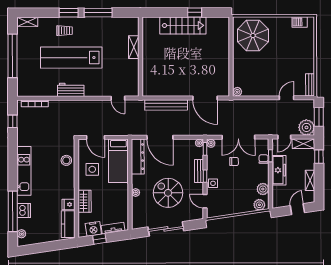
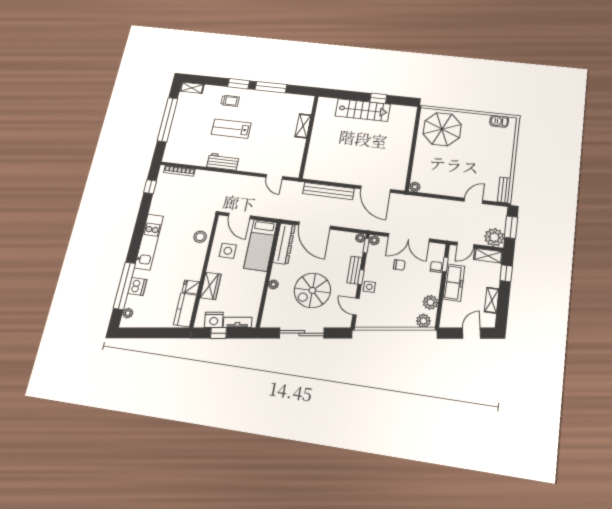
lab bench: (71, 58) -> (231, 129), width x0.54, depth x0.72
spiral stairs: (168, 193) -> (312, 290), turned -90

